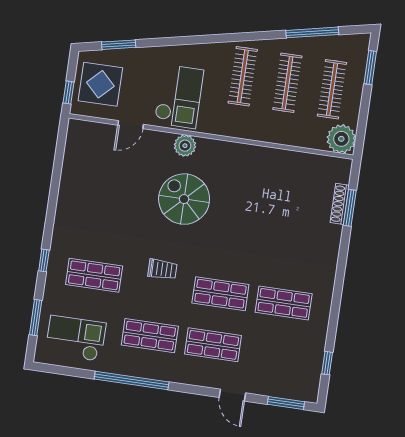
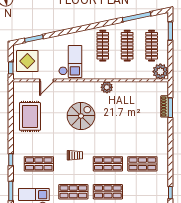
plant: (185, 146) -> (107, 87), moved
rug: (91, 186) -> (30, 116), added
spiral stairs: (184, 199) -> (81, 116), turned 90

